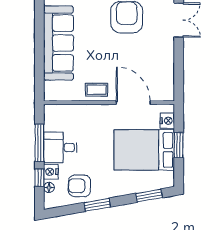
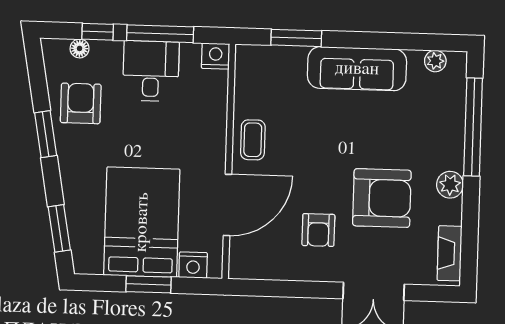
sofa: (59, 43) -> (357, 69), width x0.74, depth x0.79
armchair: (146, 52) -> (318, 230), added
window: (39, 67) -> (296, 38), added
nightstand: (51, 172) -> (216, 56), moved

